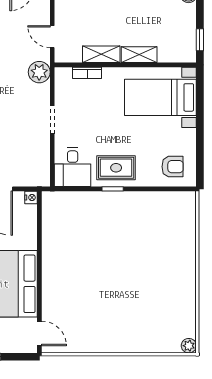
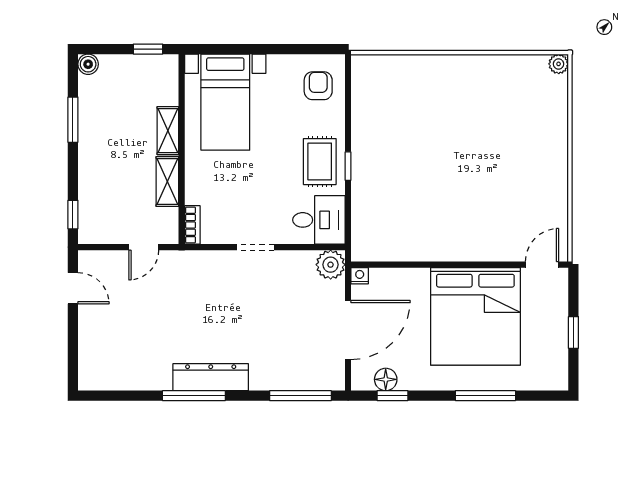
plant: (39, 72) -> (331, 265), moved
bookcase: (87, 73) -> (192, 225), moved

